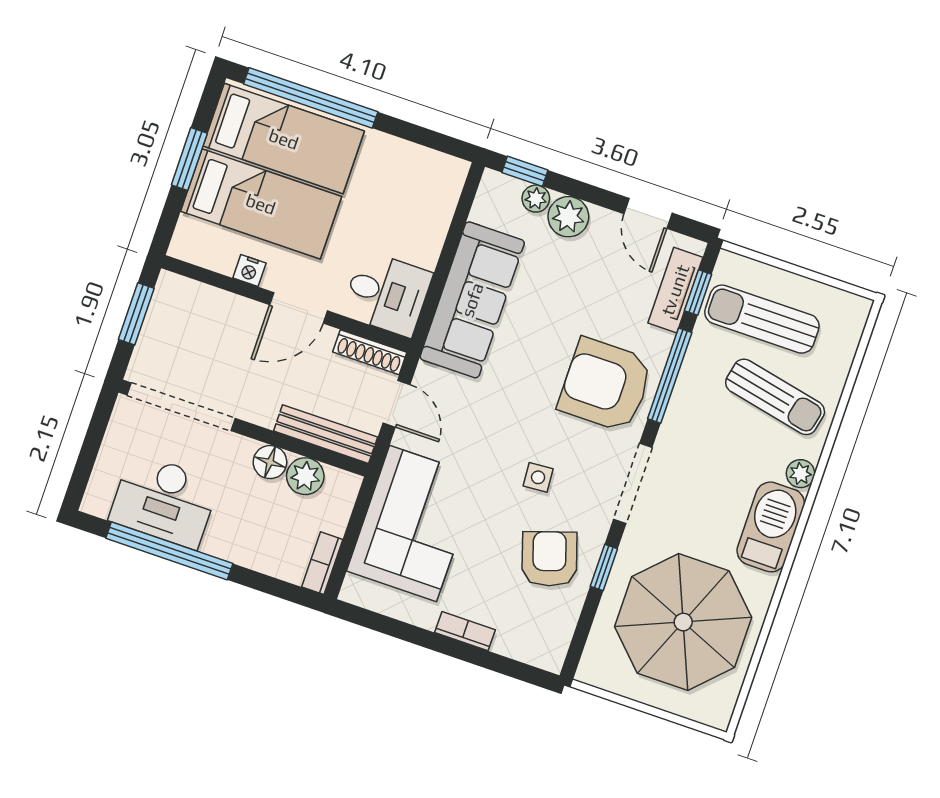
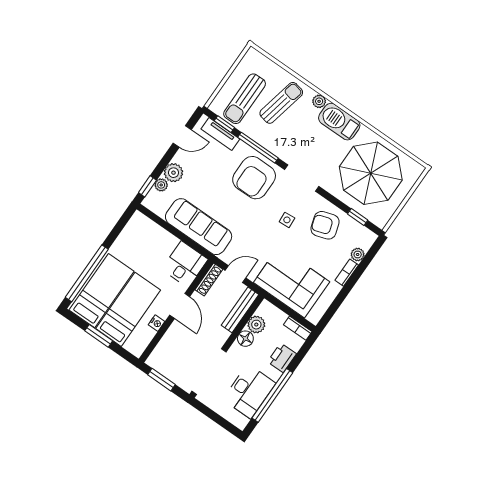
printer: (252, 548) -> (282, 358), added
window: (604, 568) -> (358, 217), moved
plant: (509, 643) -> (358, 254), added

